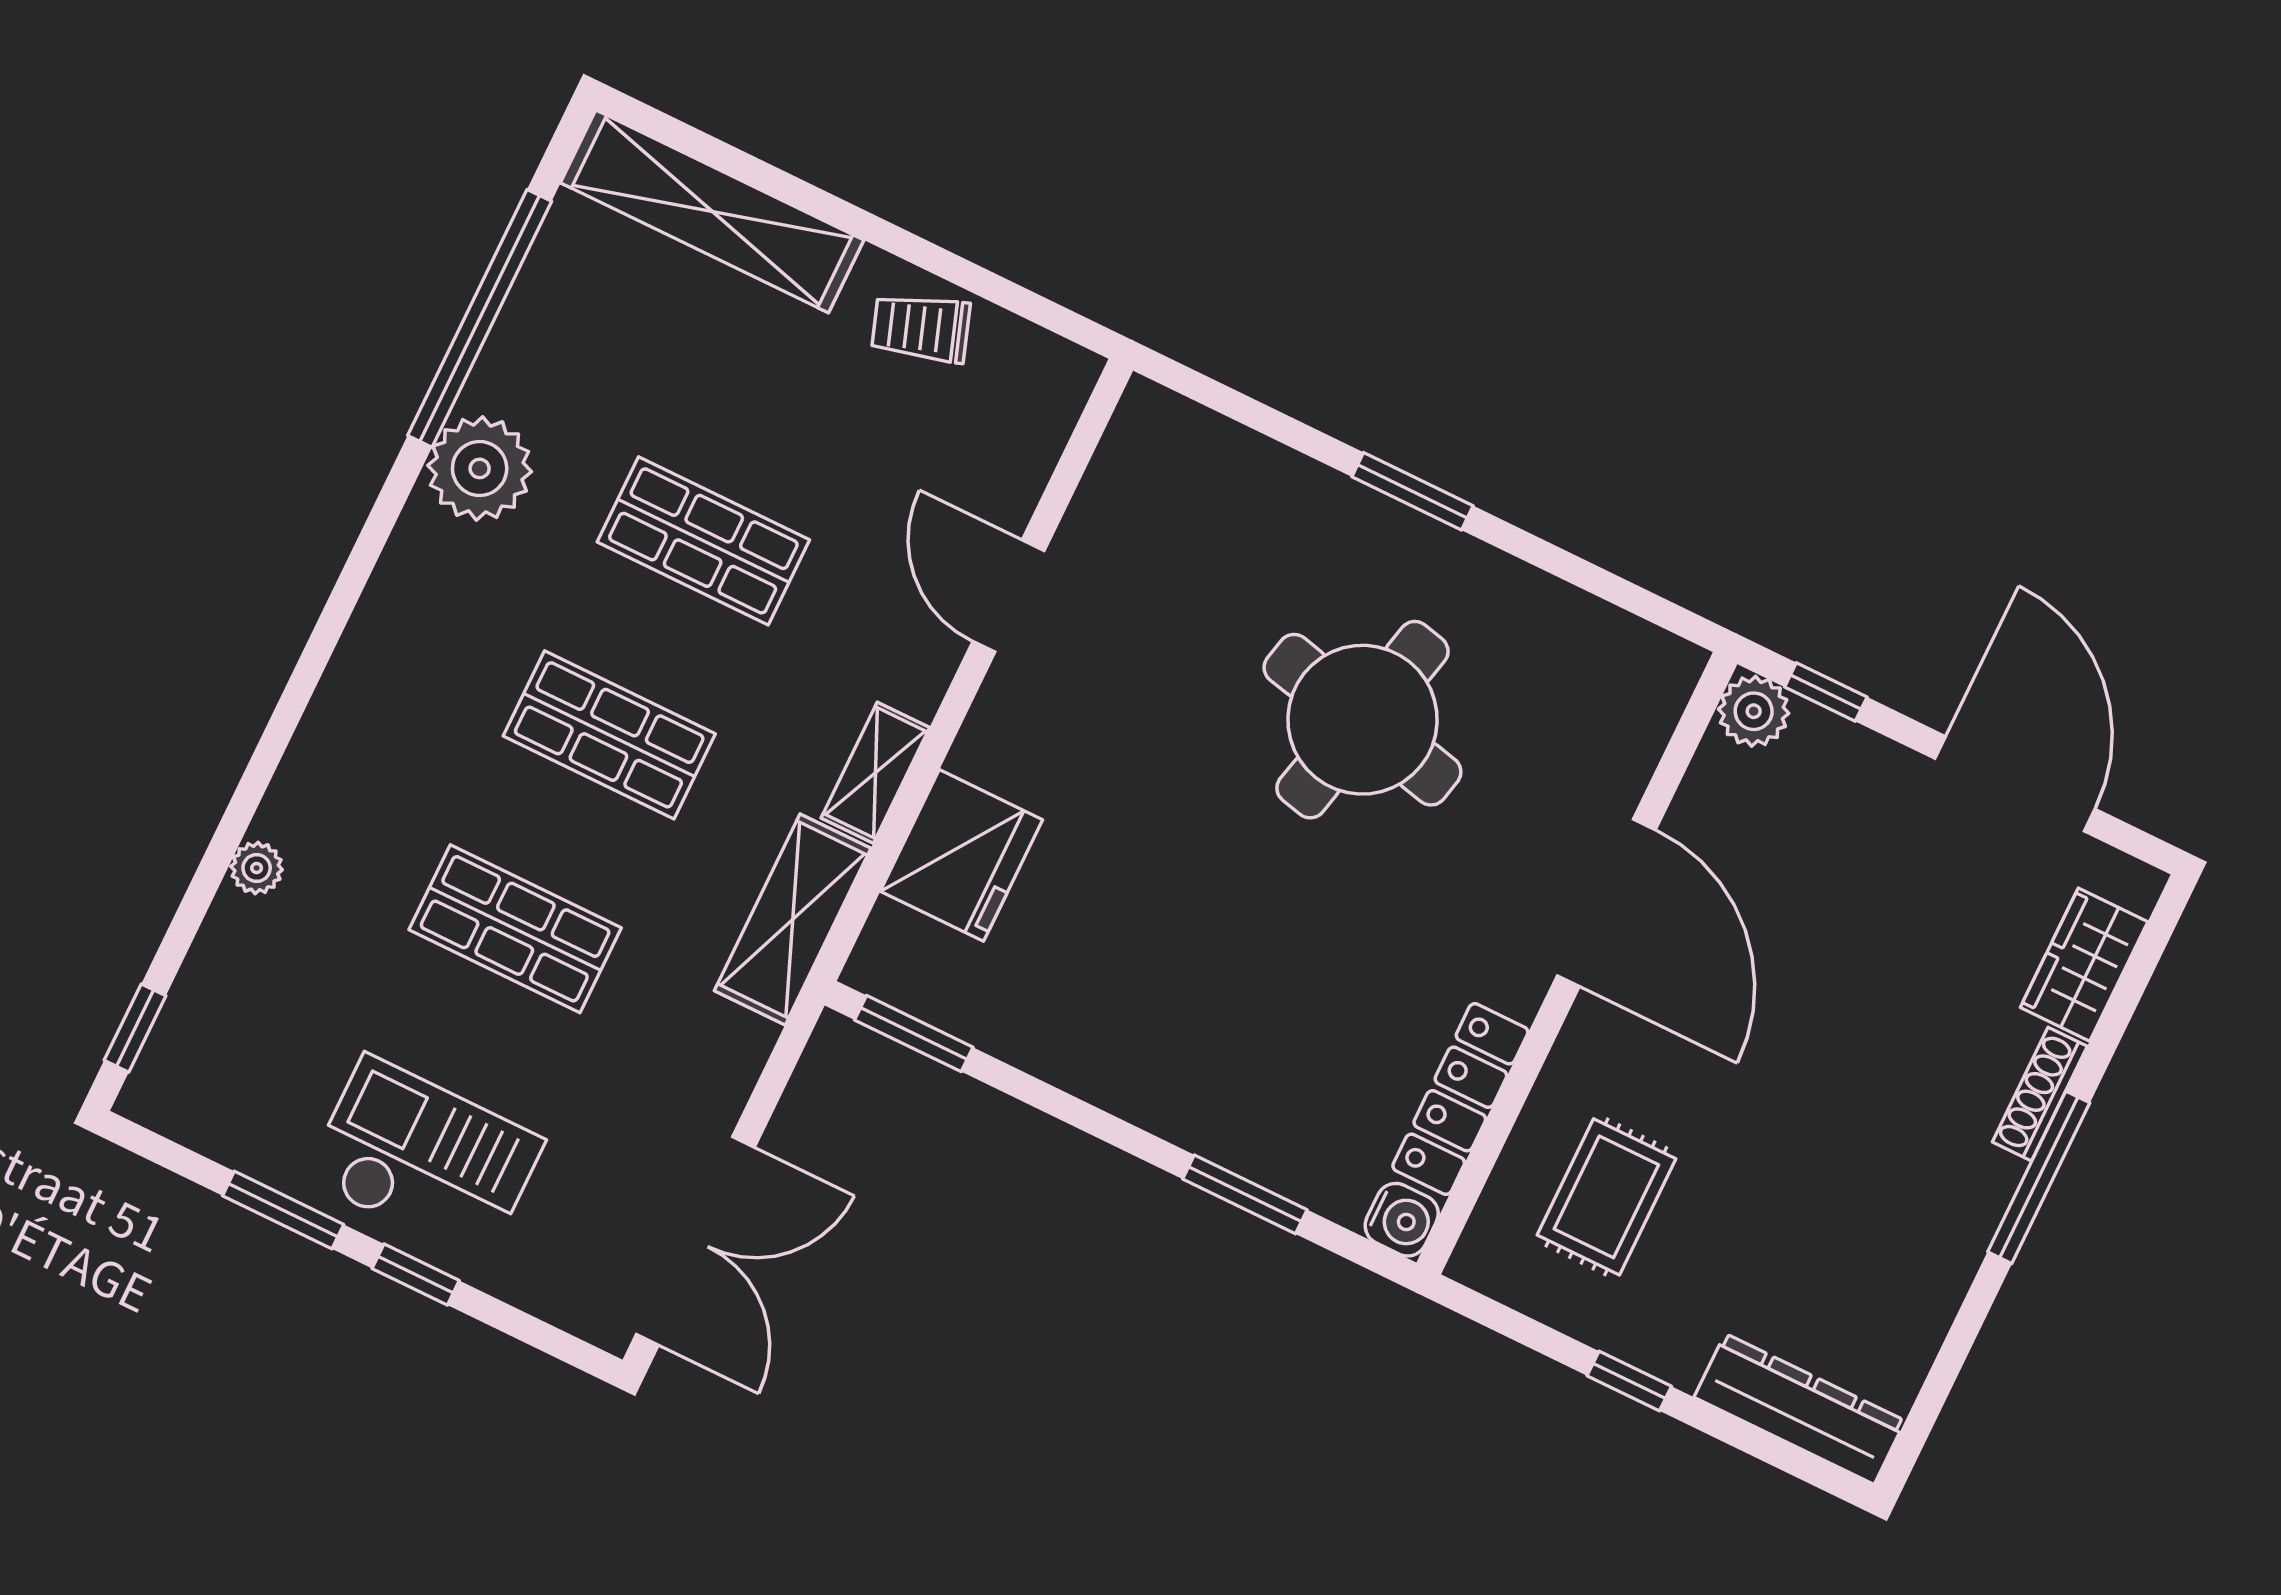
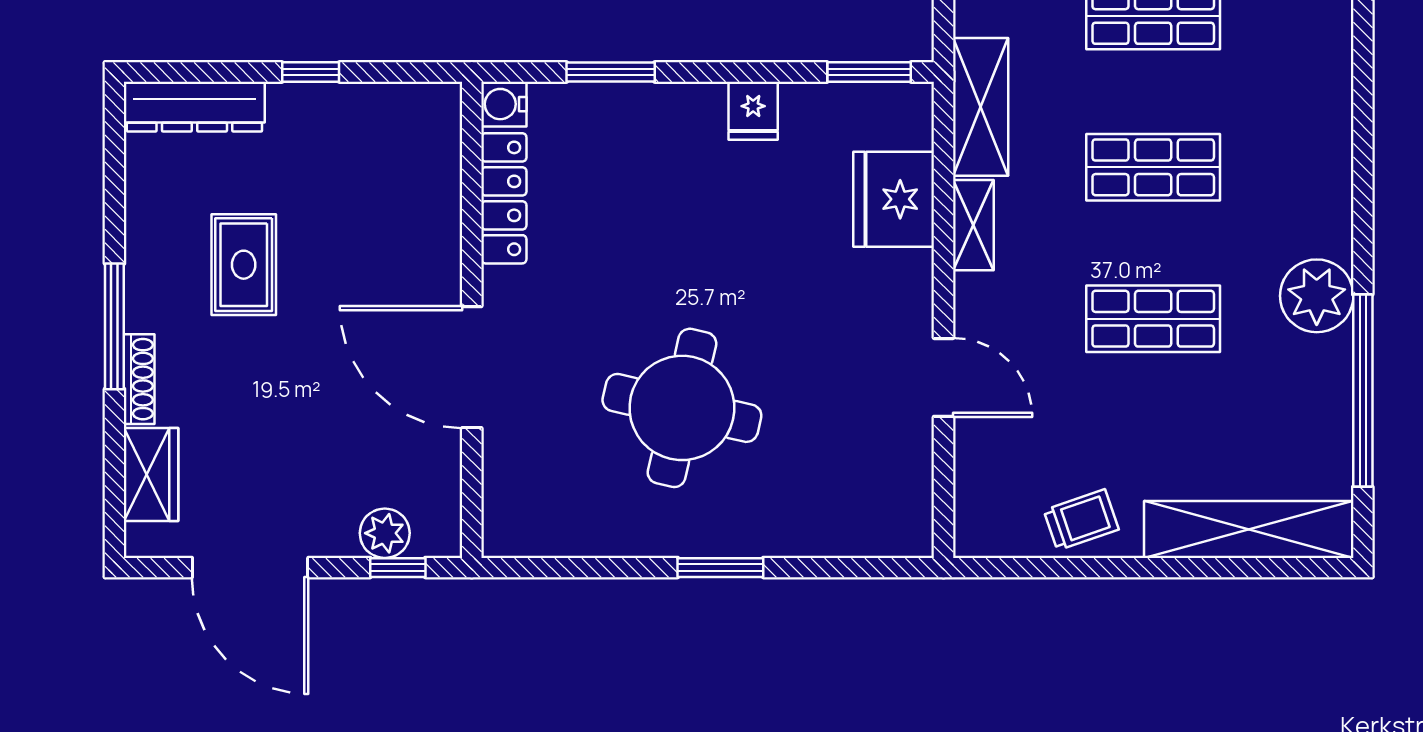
plant: (1754, 711) -> (385, 533), moved
fridge: (1086, 1056) -> (753, 111), added
rug: (1606, 1197) -> (244, 265), moved

